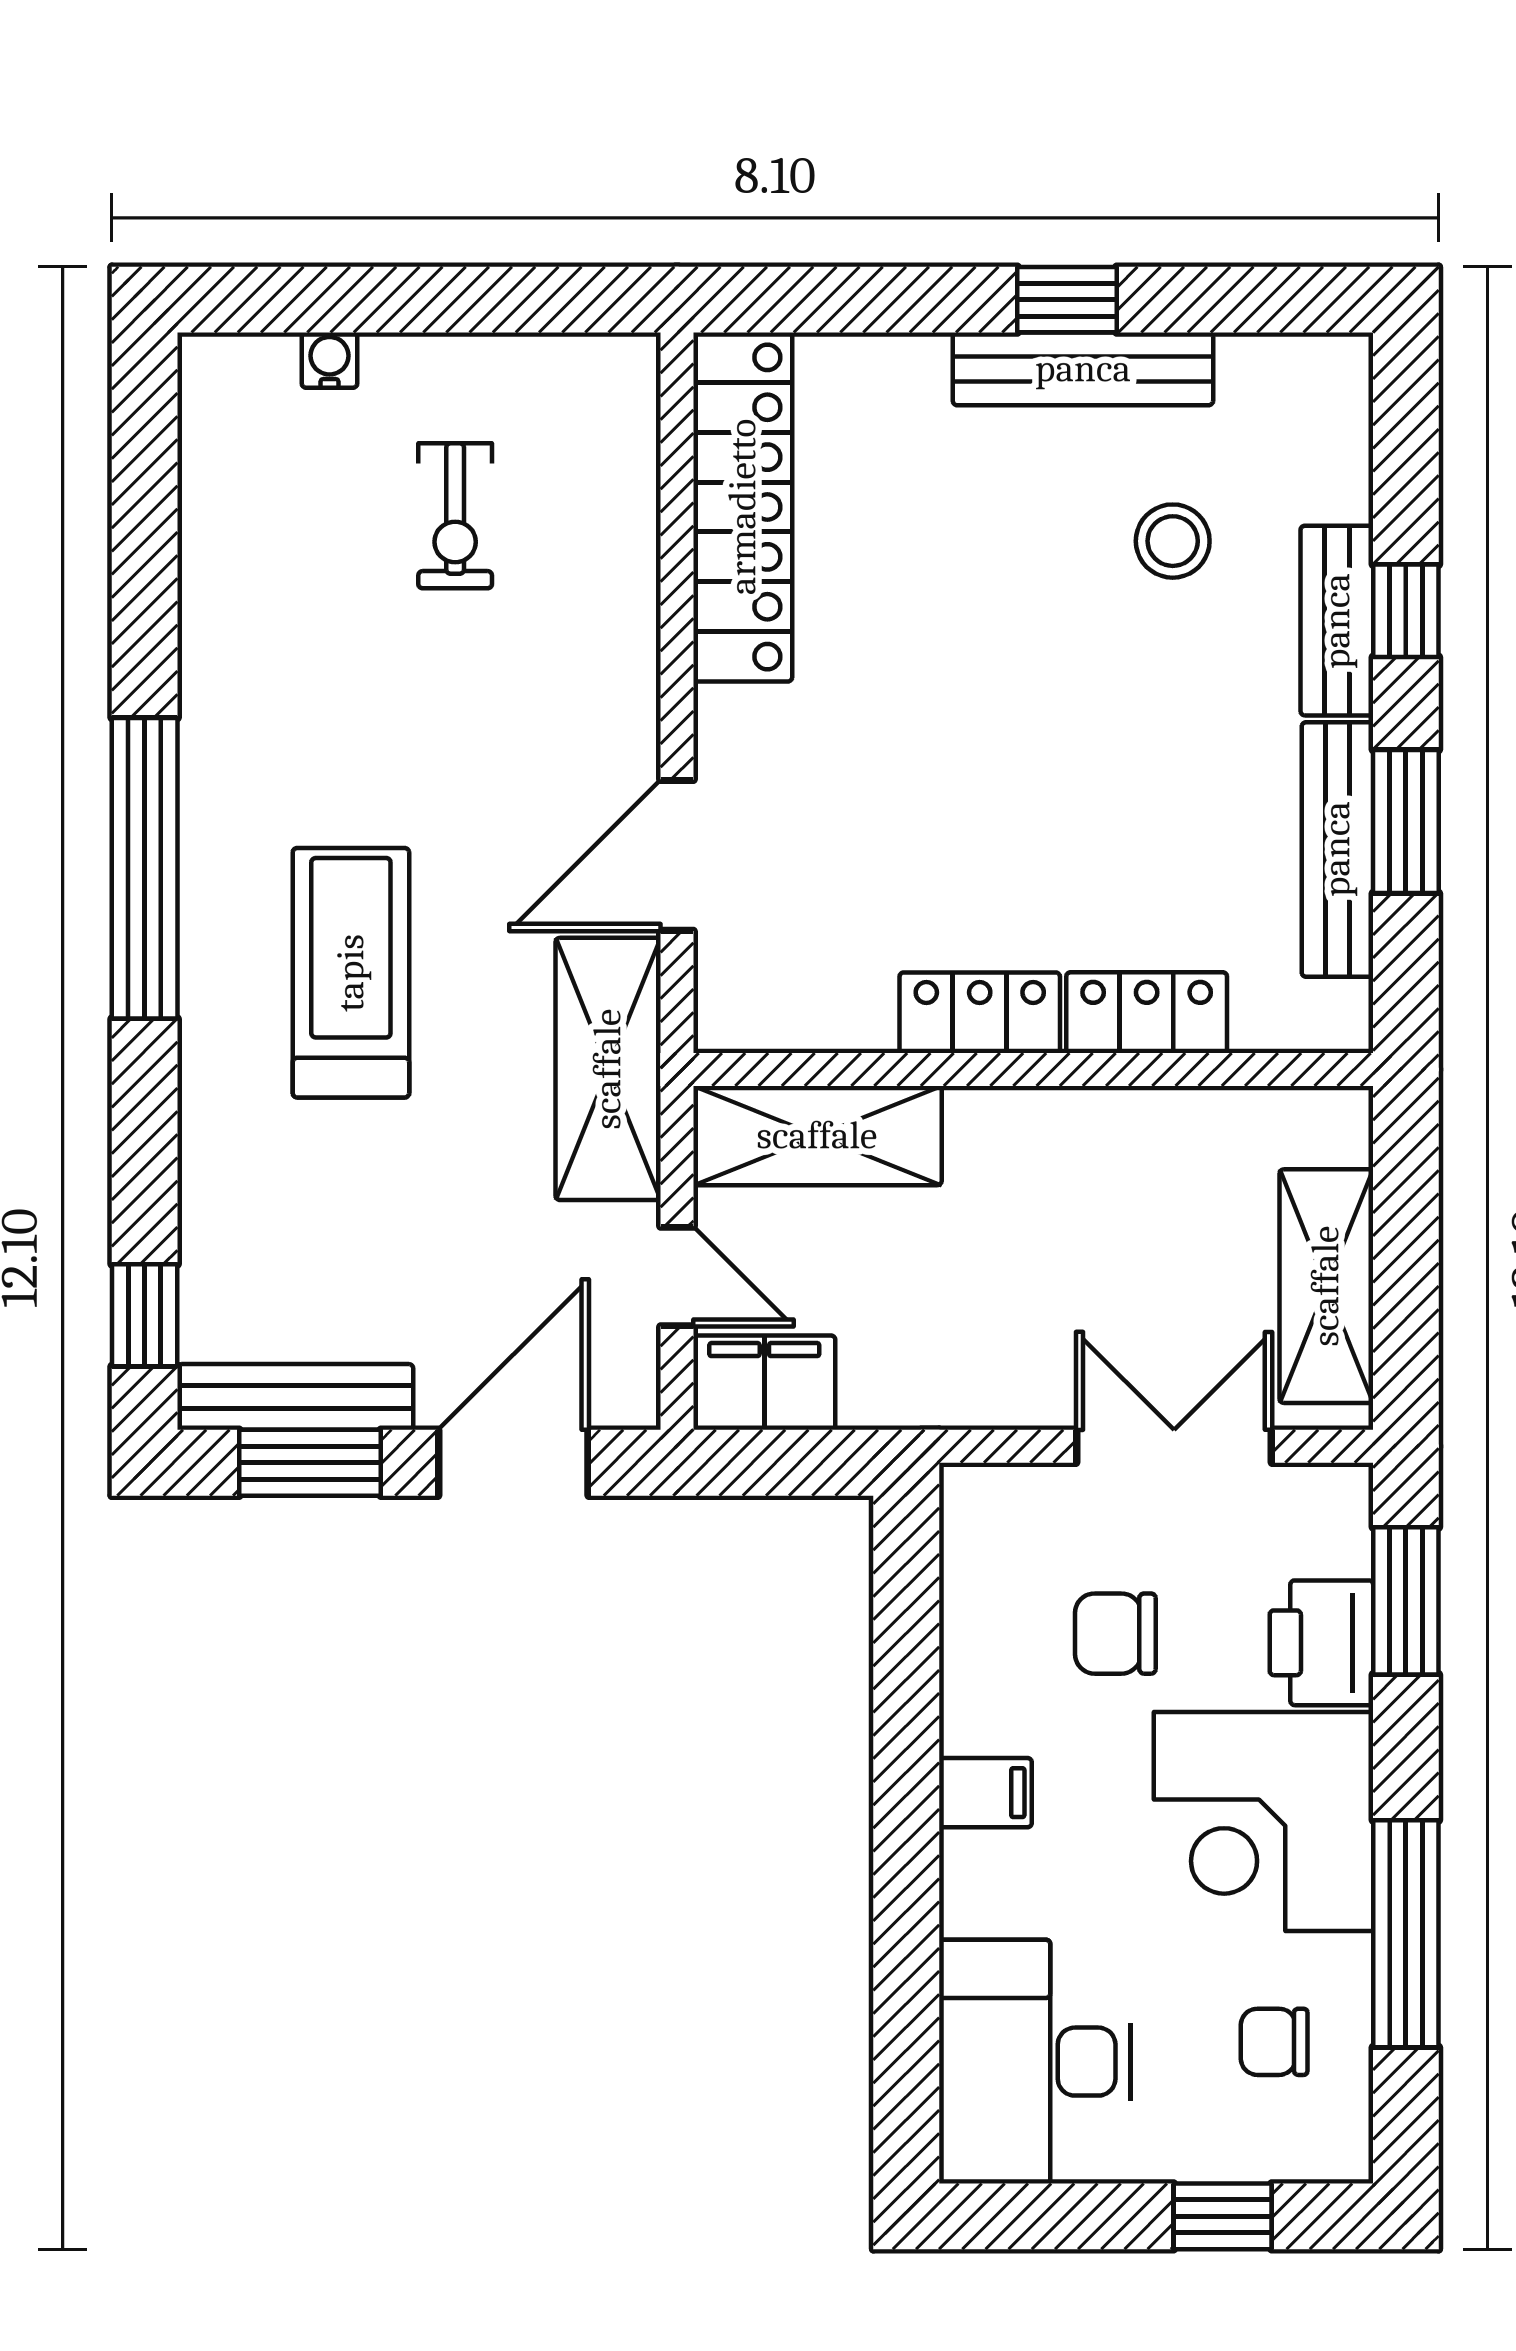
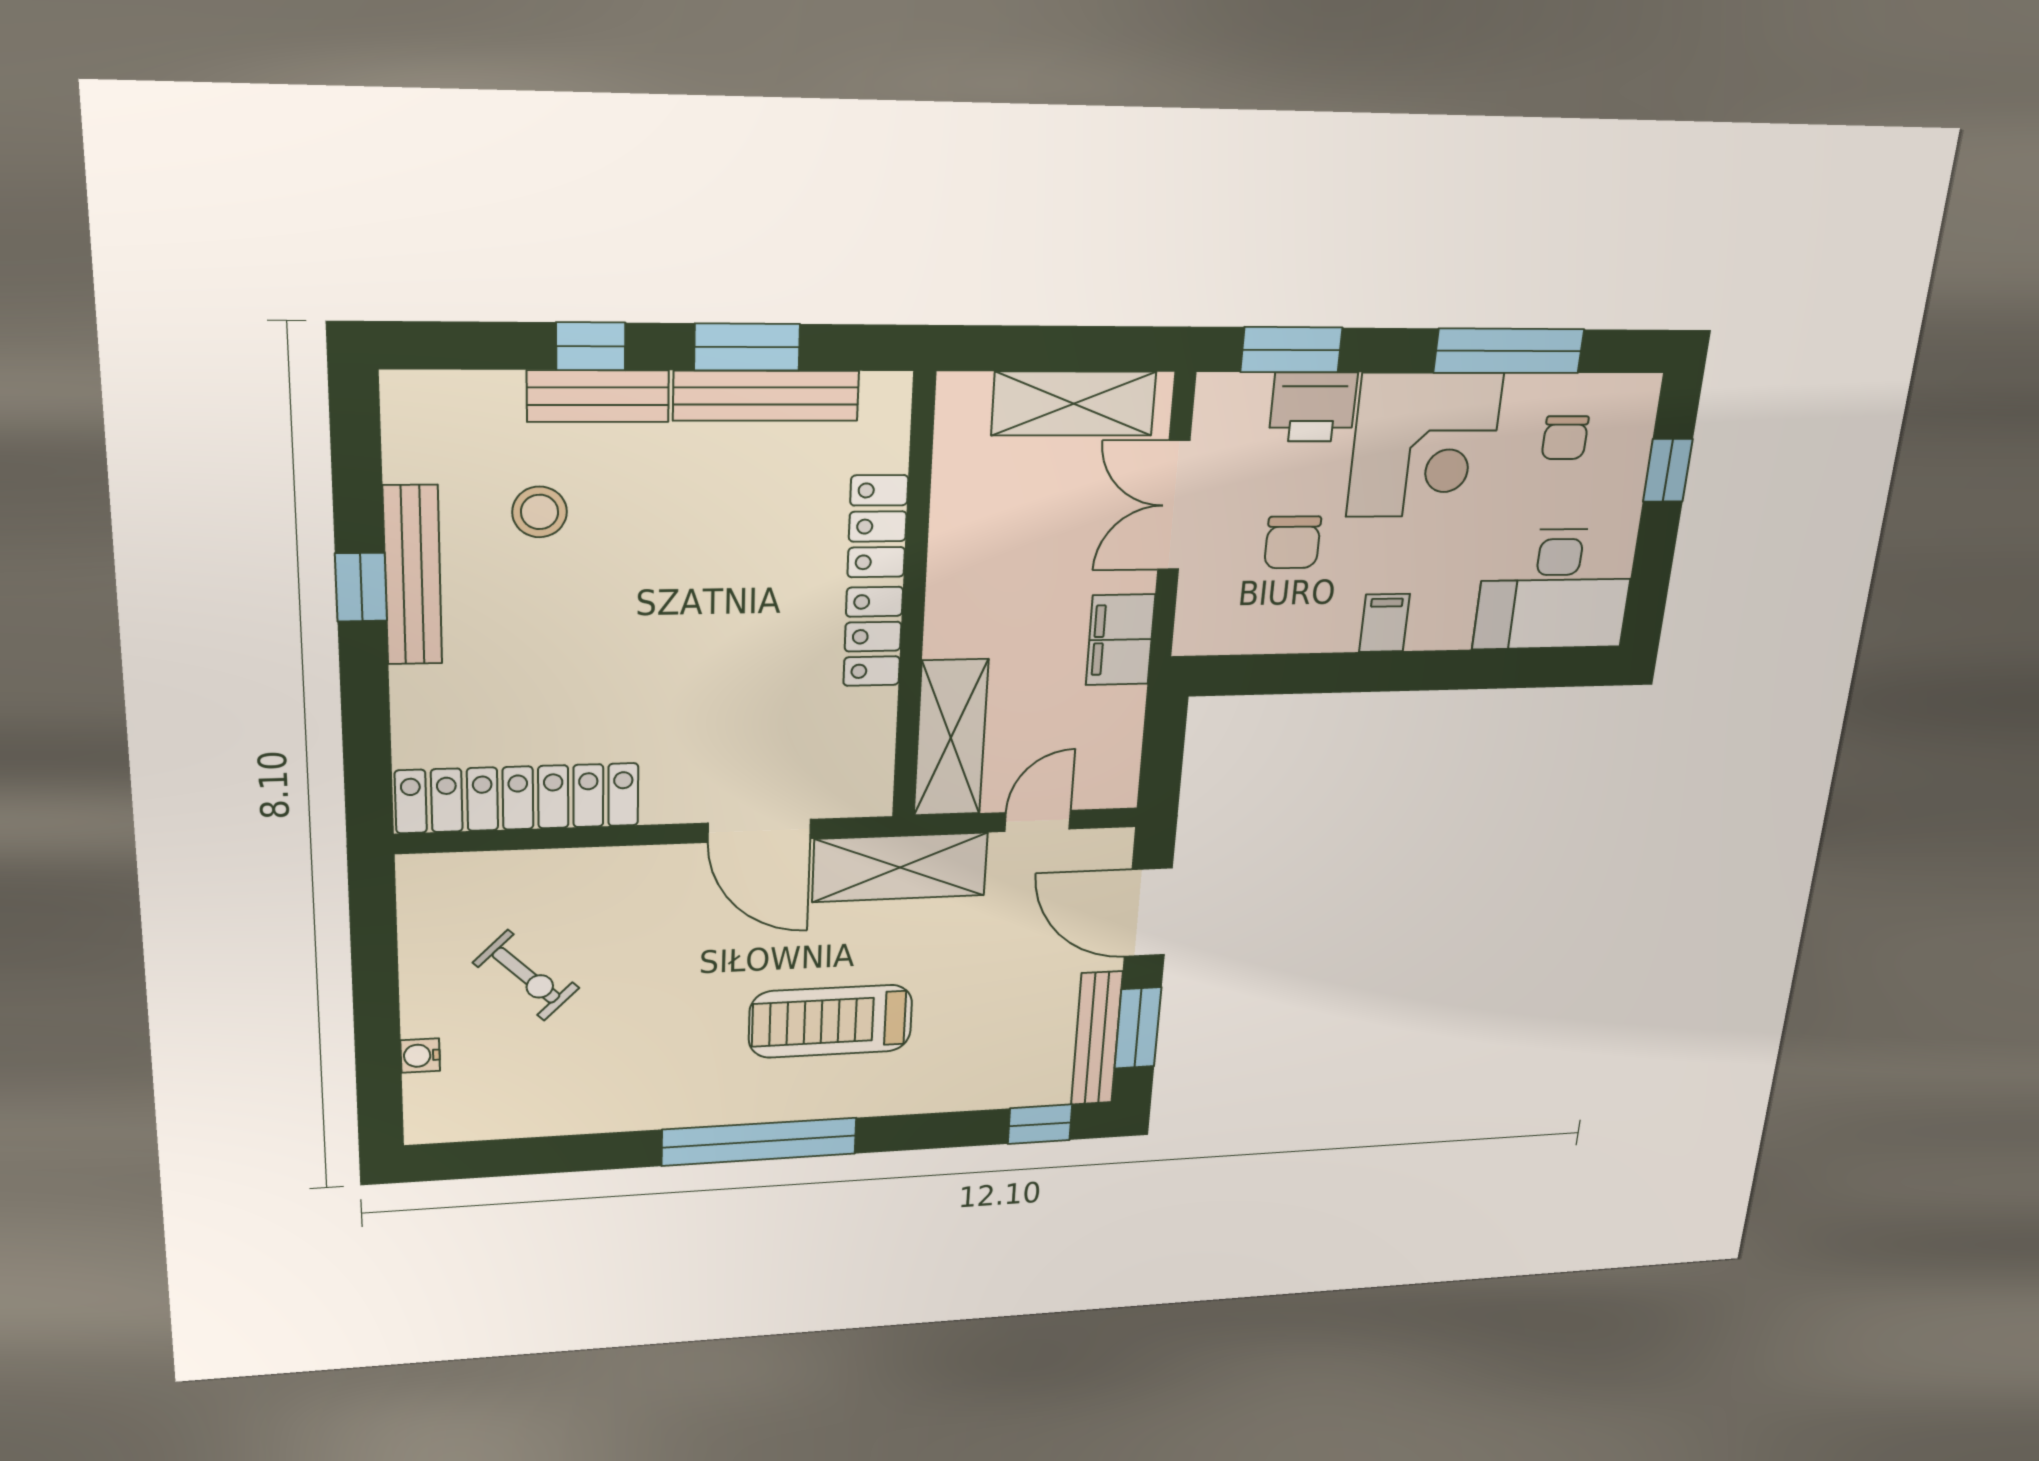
exercise bike: (455, 516) -> (526, 975), turned 45
filing cabinet: (764, 1383) -> (1120, 640), moved

